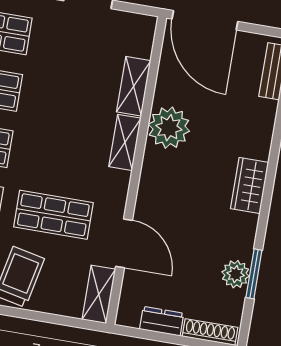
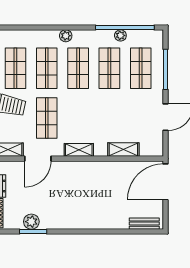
plant: (169, 128) -> (104, 172), removed
shelving: (125, 142) -> (79, 150), moved
wardrobe: (250, 186) -> (80, 221), removed

